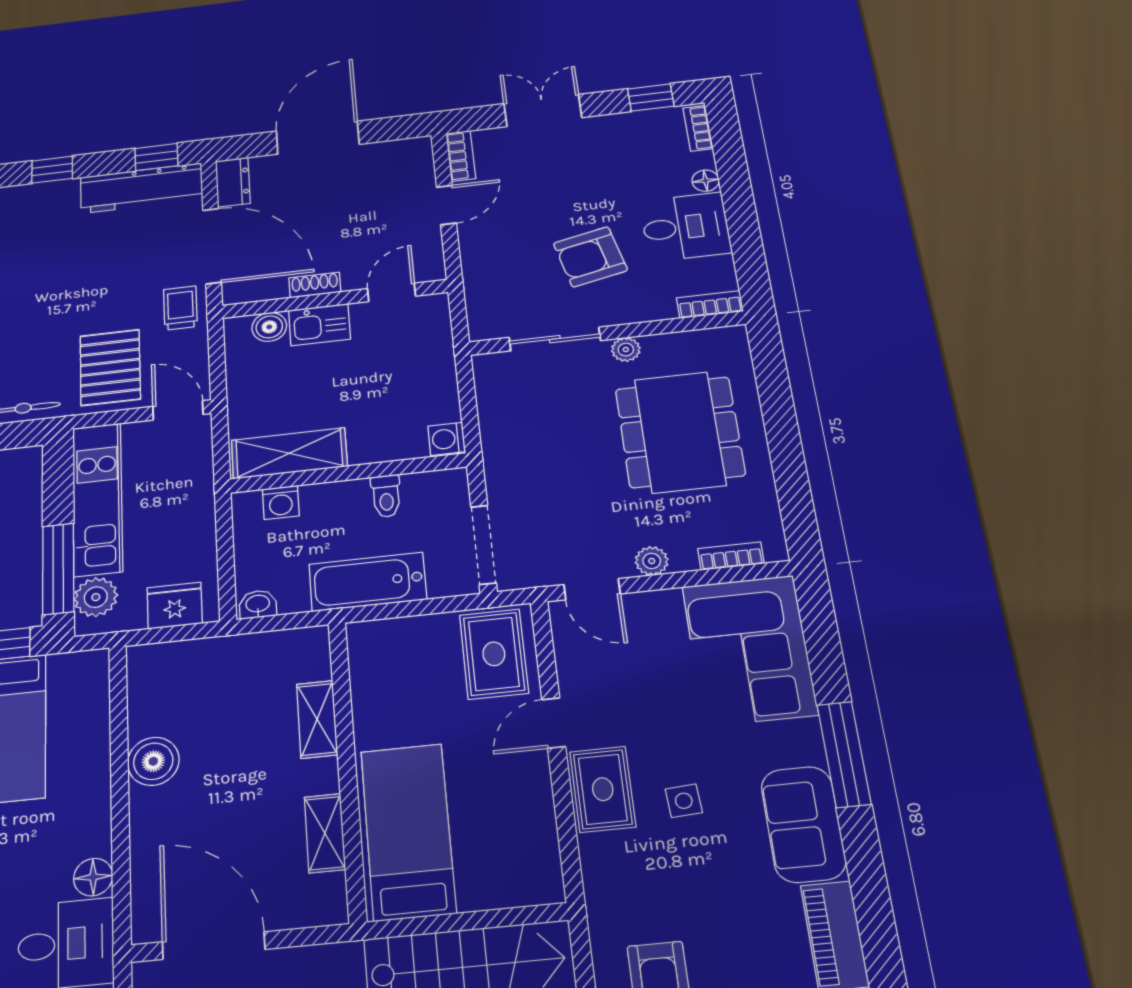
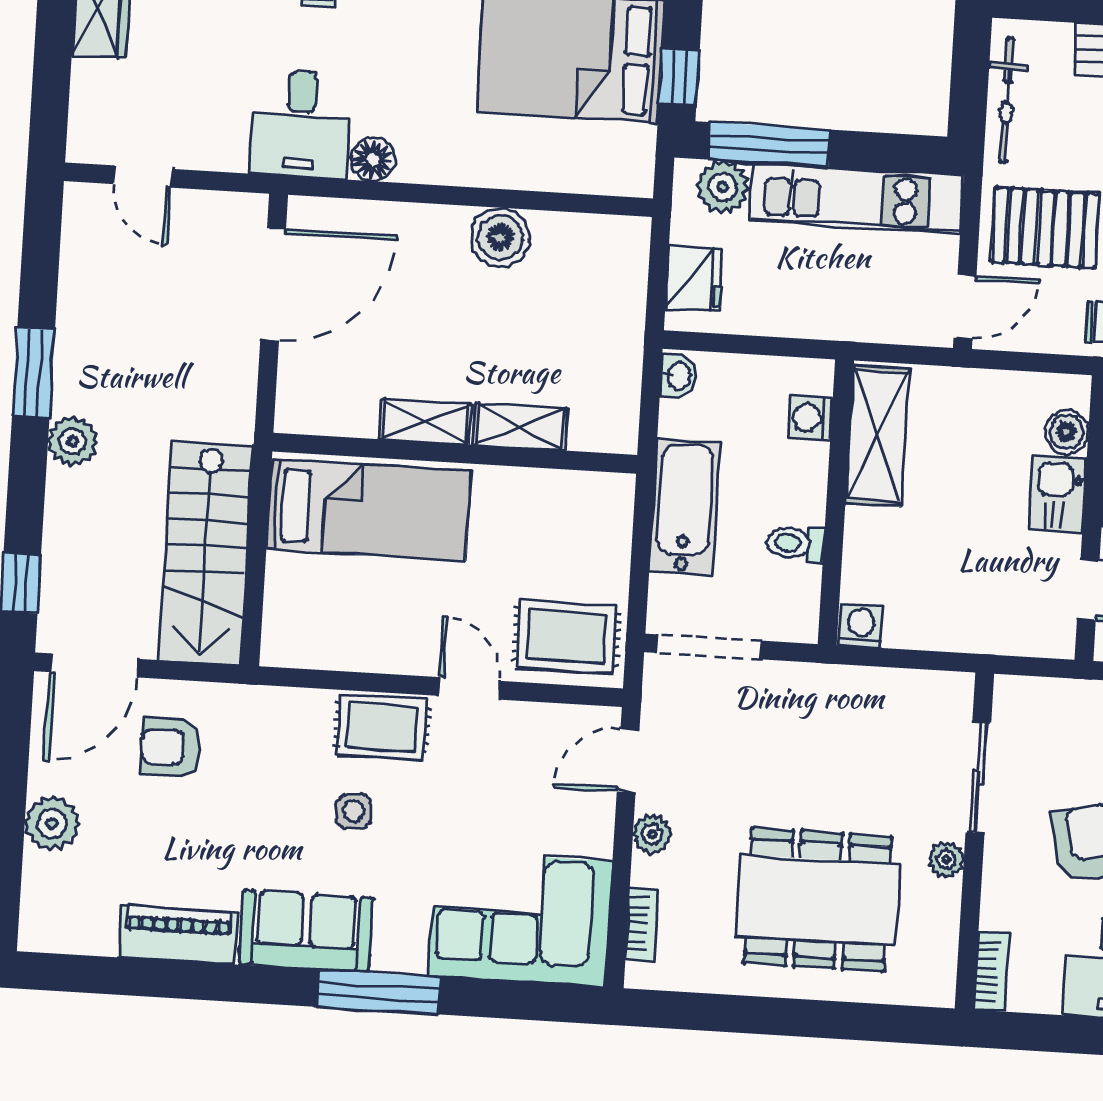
shelving: (325, 833) -> (425, 422), moved

